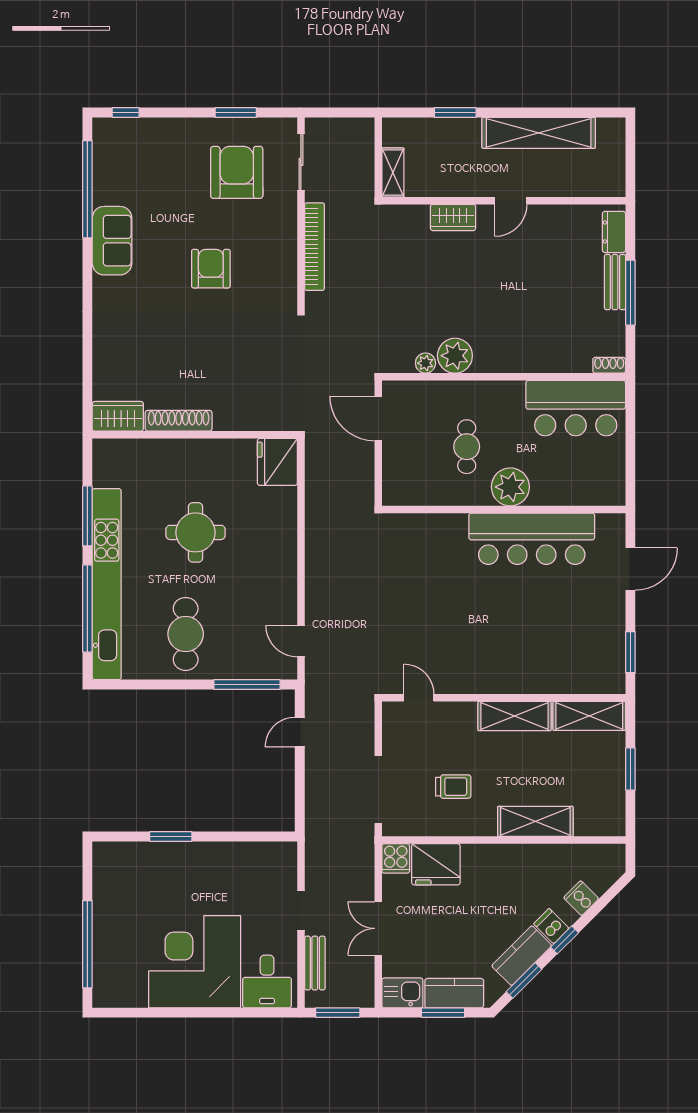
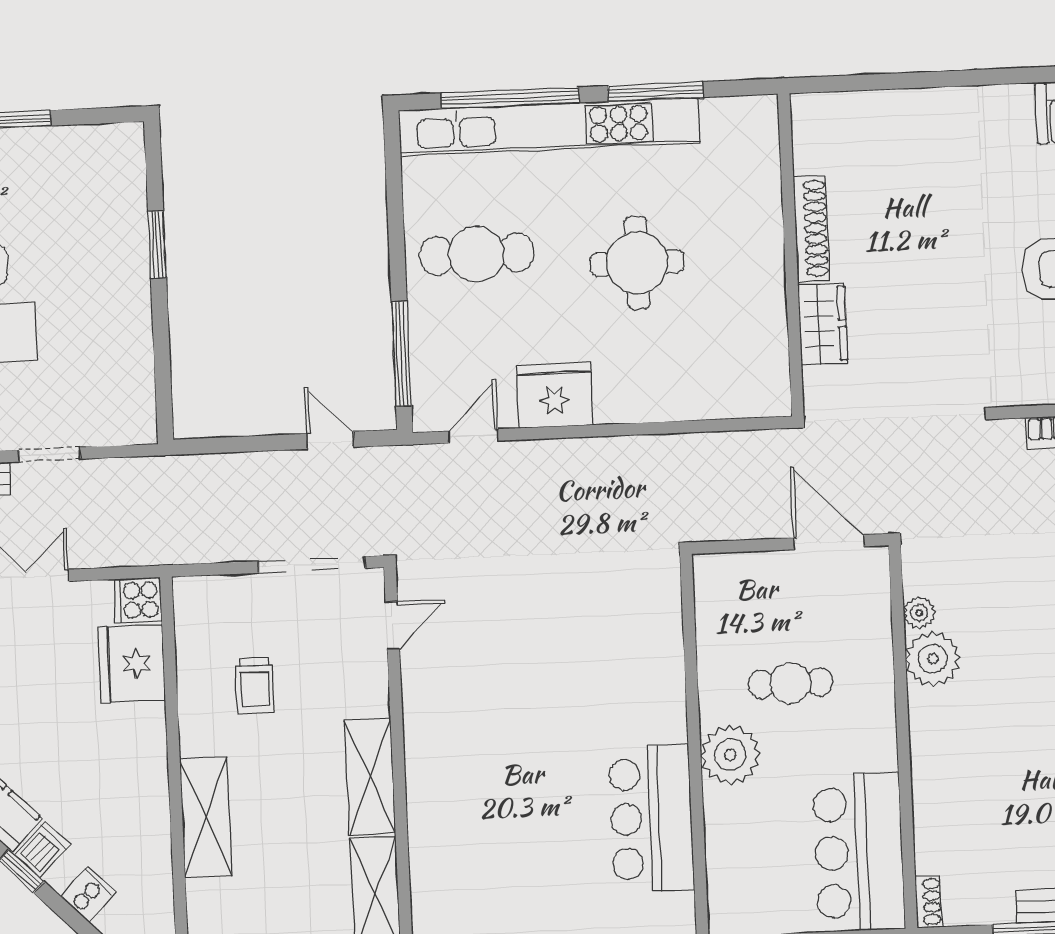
wardrobe: (118, 416) -> (823, 324), moved
door: (378, 418) -> (829, 542), hinge flipped
fridge: (277, 462) -> (554, 395), moved
bar counter: (532, 539) -> (651, 818), width x0.73
doorway: (378, 790) -> (312, 565), moved

